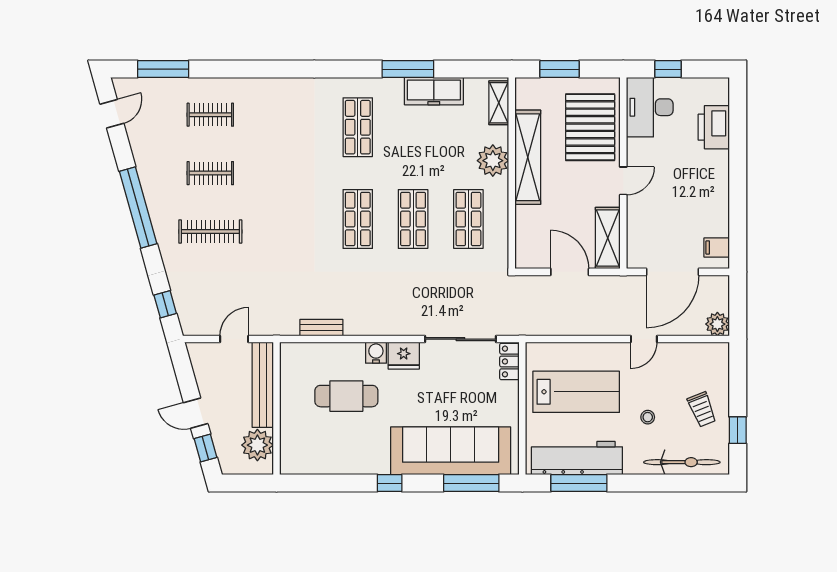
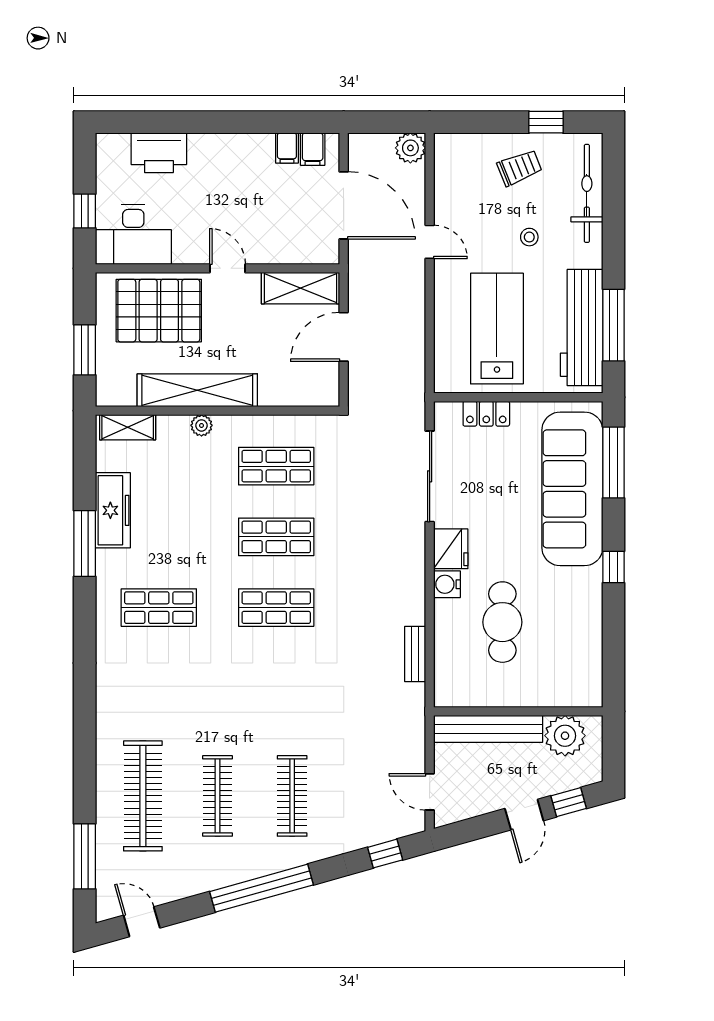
clothes rail: (210, 115) -> (143, 796), width x1.86, depth x1.31
plant: (493, 161) -> (201, 425), width x0.53, depth x0.53
clothes rail: (210, 173) -> (218, 796), width x1.36
filing cabinet: (717, 227) -> (287, 148), added
door: (234, 339) -> (430, 792), moved
locker: (509, 361) -> (486, 414), moved

